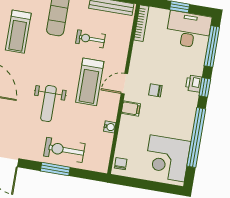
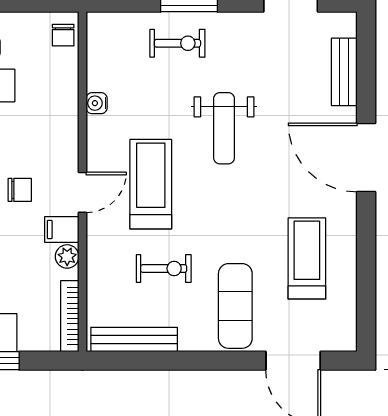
plant: (138, 53) -> (67, 256), added
weight bench: (48, 104) -> (224, 128), turned 180
filing cabinet: (131, 108) -> (62, 229), moved
exercise bike: (64, 150) -> (177, 43), width x0.73, depth x0.72

